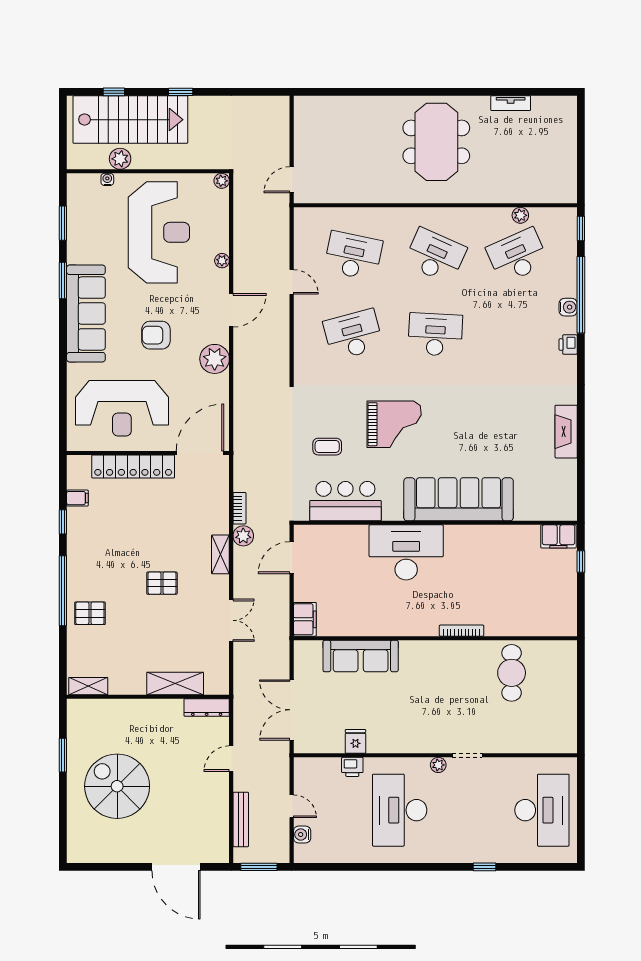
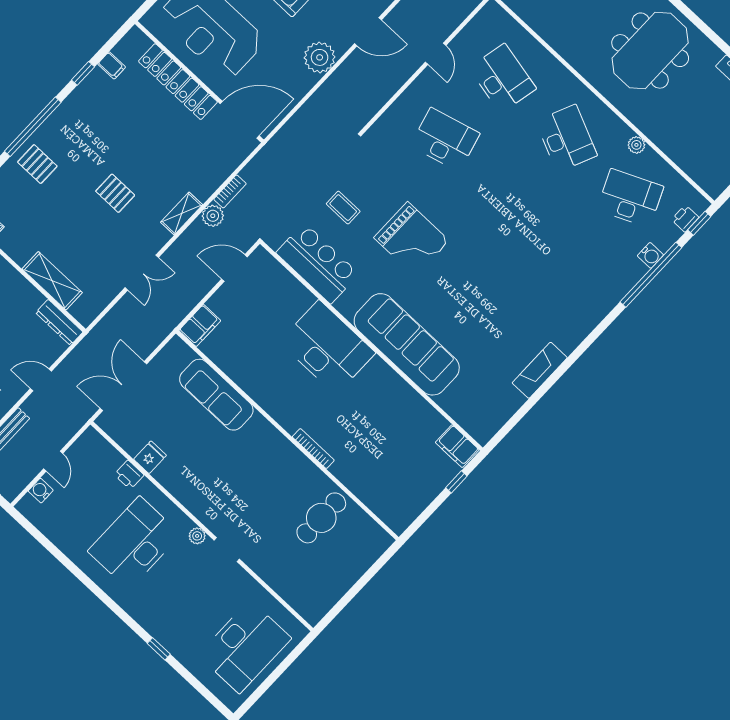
plant: (520, 215) -> (636, 145), moved
water cooler: (568, 307) -> (650, 255), moved
desk: (435, 334) -> (509, 199), removed
printer: (568, 345) -> (685, 219), moved

